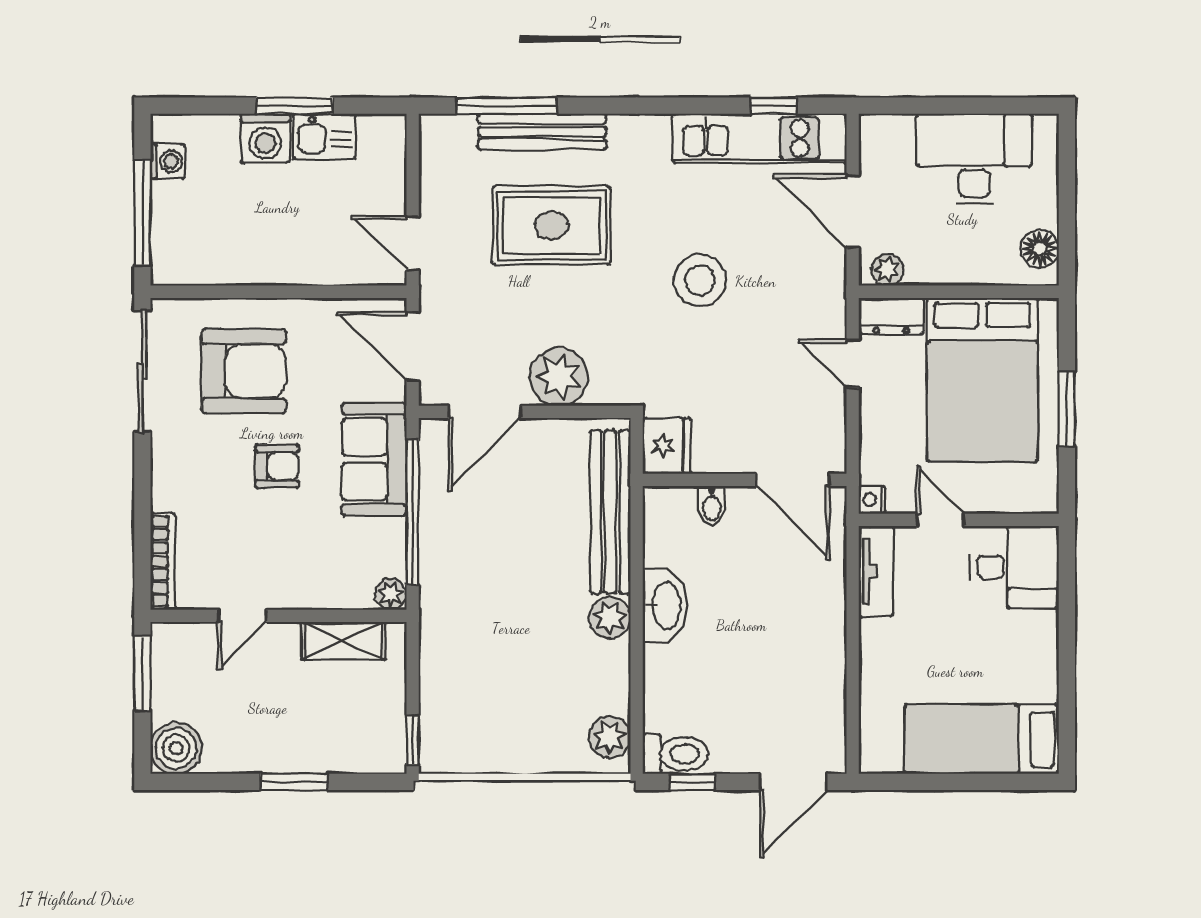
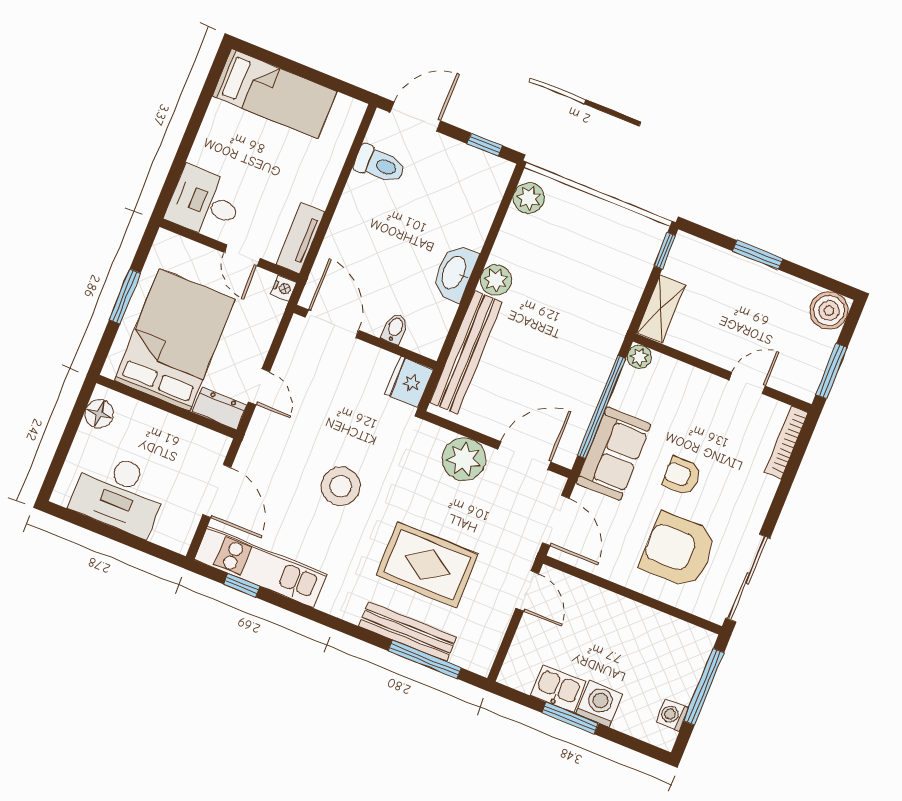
plant: (887, 270) -> (209, 441), removed
shelving: (343, 641) -> (661, 309), moved, turned 90
toilet: (675, 754) -> (380, 165), moved, turned 180

